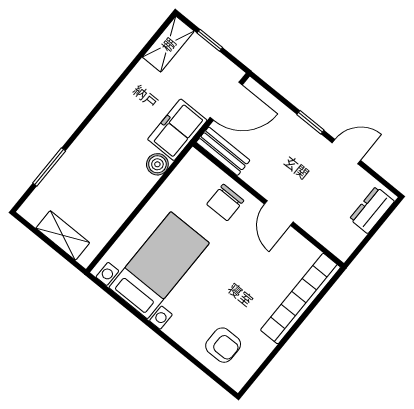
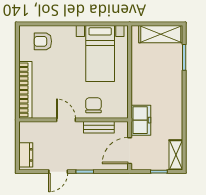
bench: (223, 151) -> (99, 127), moved
boiler: (157, 164) -> (137, 98), removed
shelving: (63, 235) -> (161, 34), width x1.50, depth x1.33

